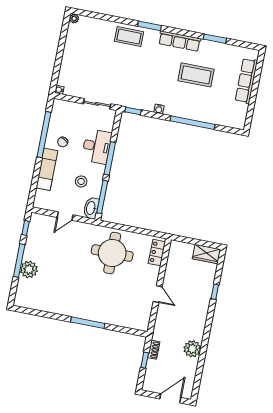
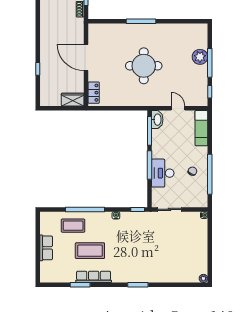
coffee table: (129, 37) -> (73, 226), moved
row of seats: (180, 41) -> (94, 277), moved
row of seats: (246, 81) -> (46, 248), width x0.68
exam couch: (47, 169) -> (201, 128), moved
stool: (81, 181) -> (170, 141), removed
door: (65, 216) -> (178, 108), hinge flipped
round table: (112, 253) -> (144, 66), moved
wardrobe: (206, 254) -> (73, 100), moved
door: (158, 294) -> (86, 57), width x1.87
plant: (192, 349) -> (47, 17), removed

